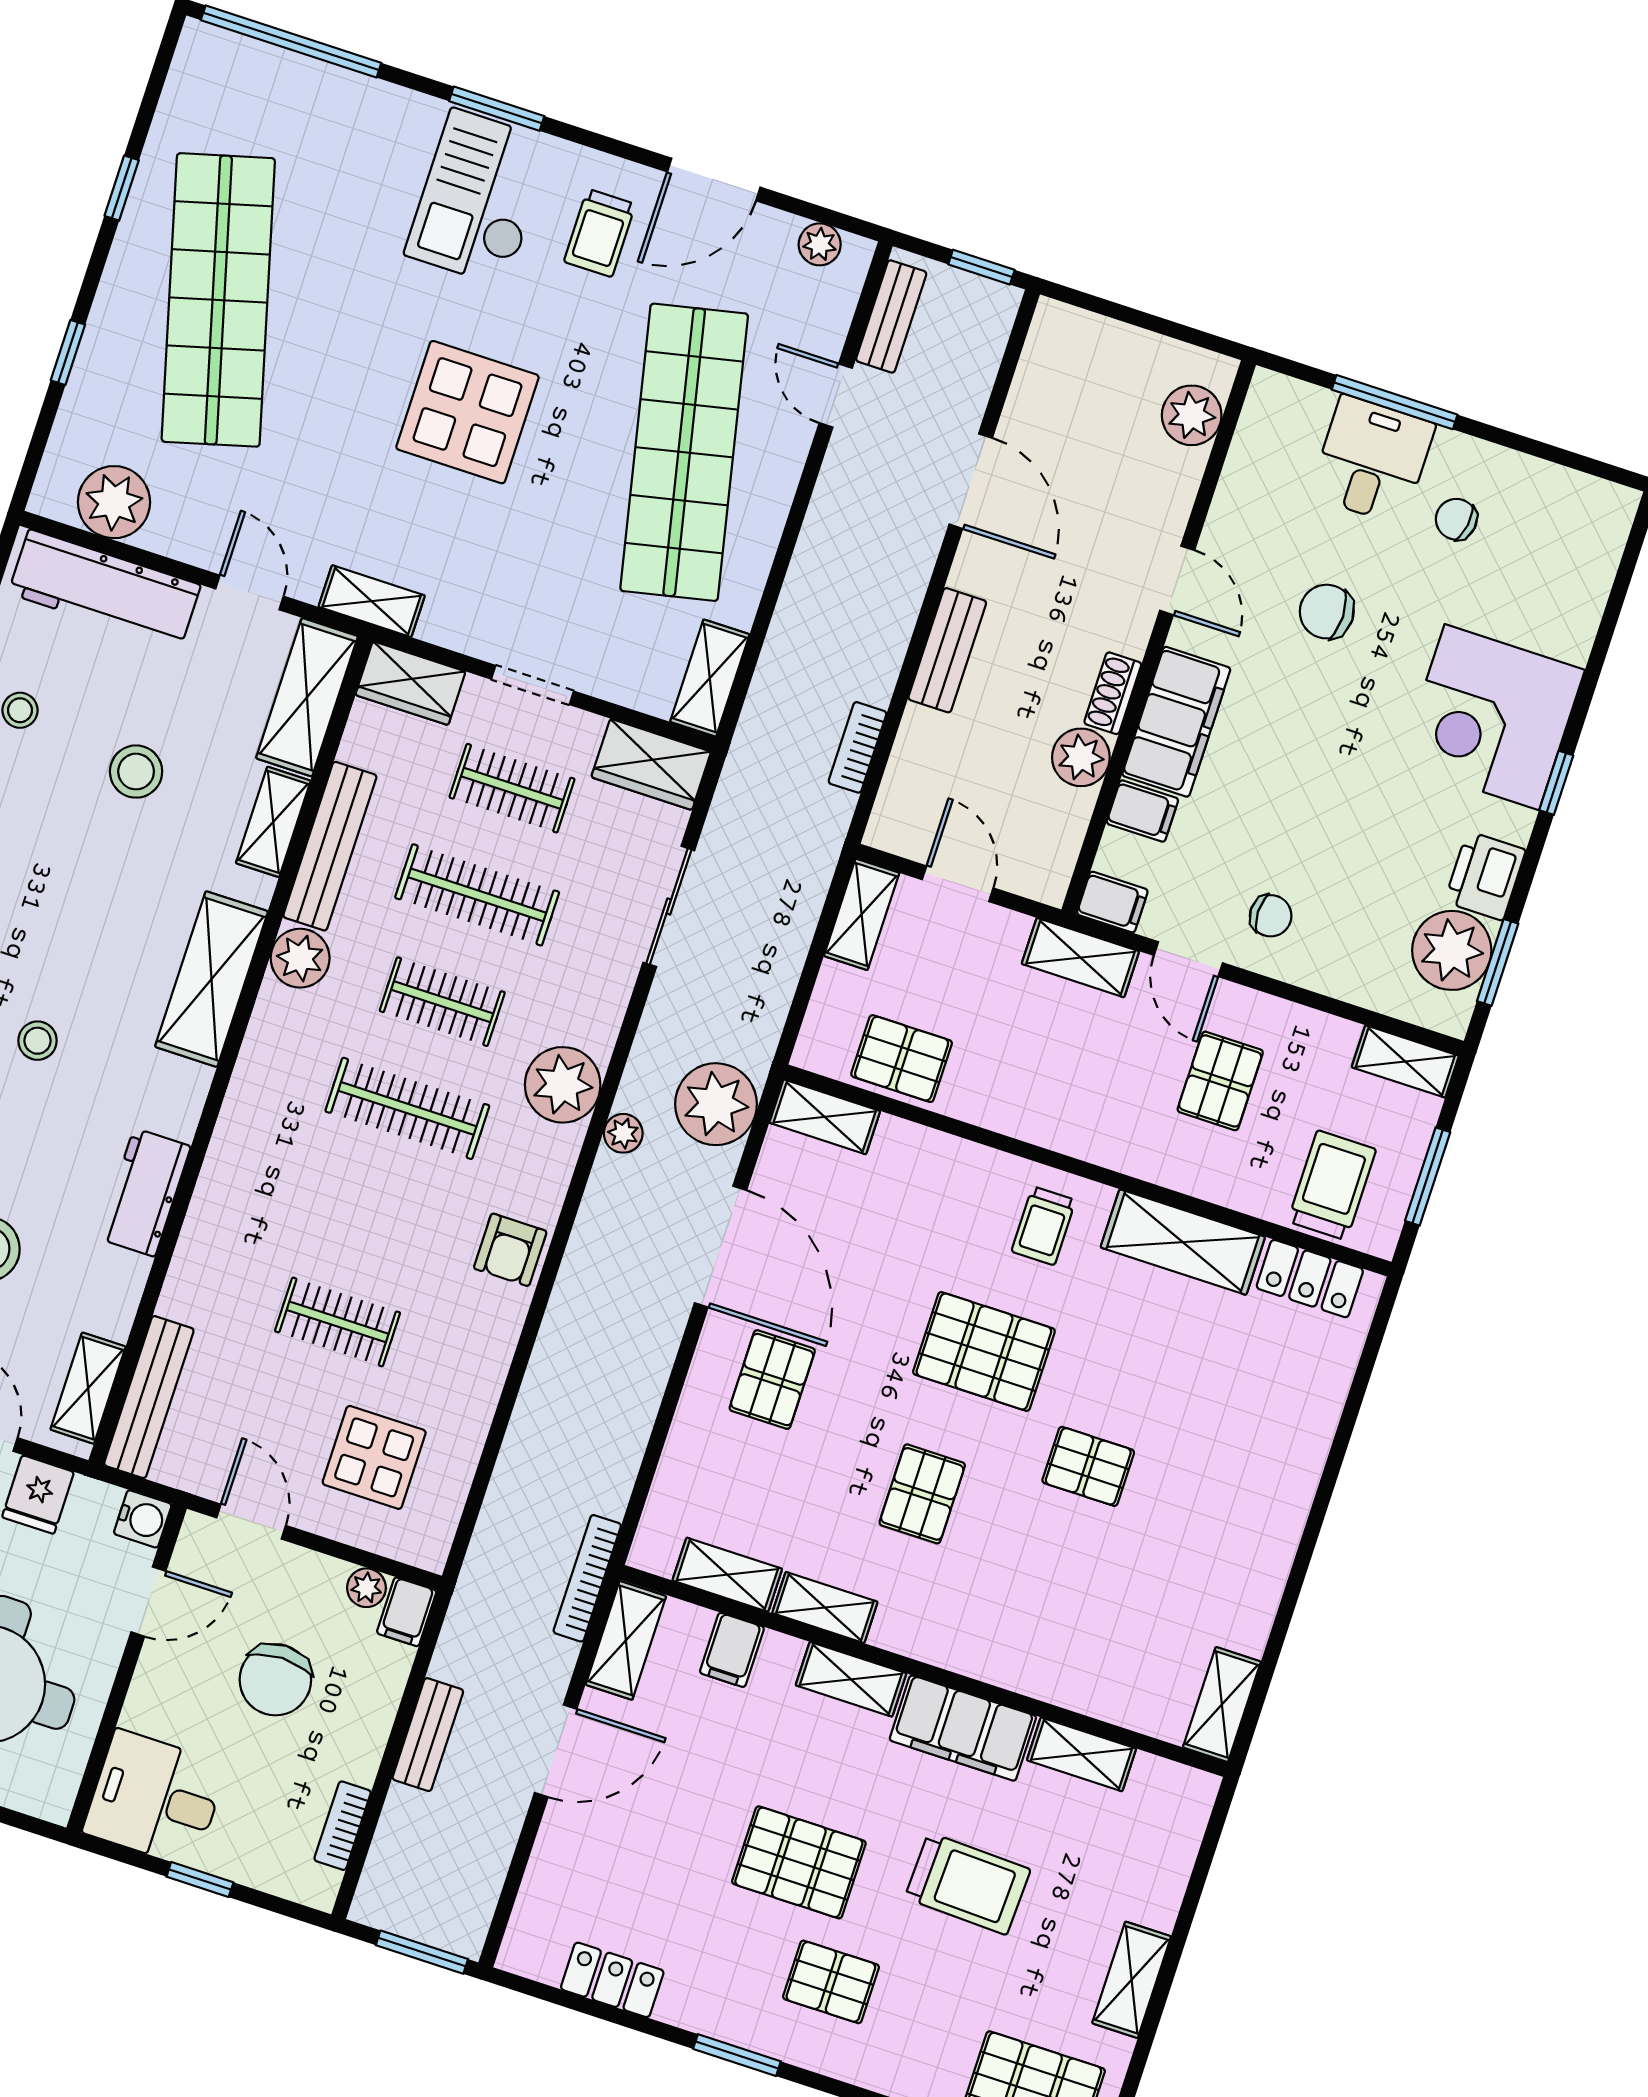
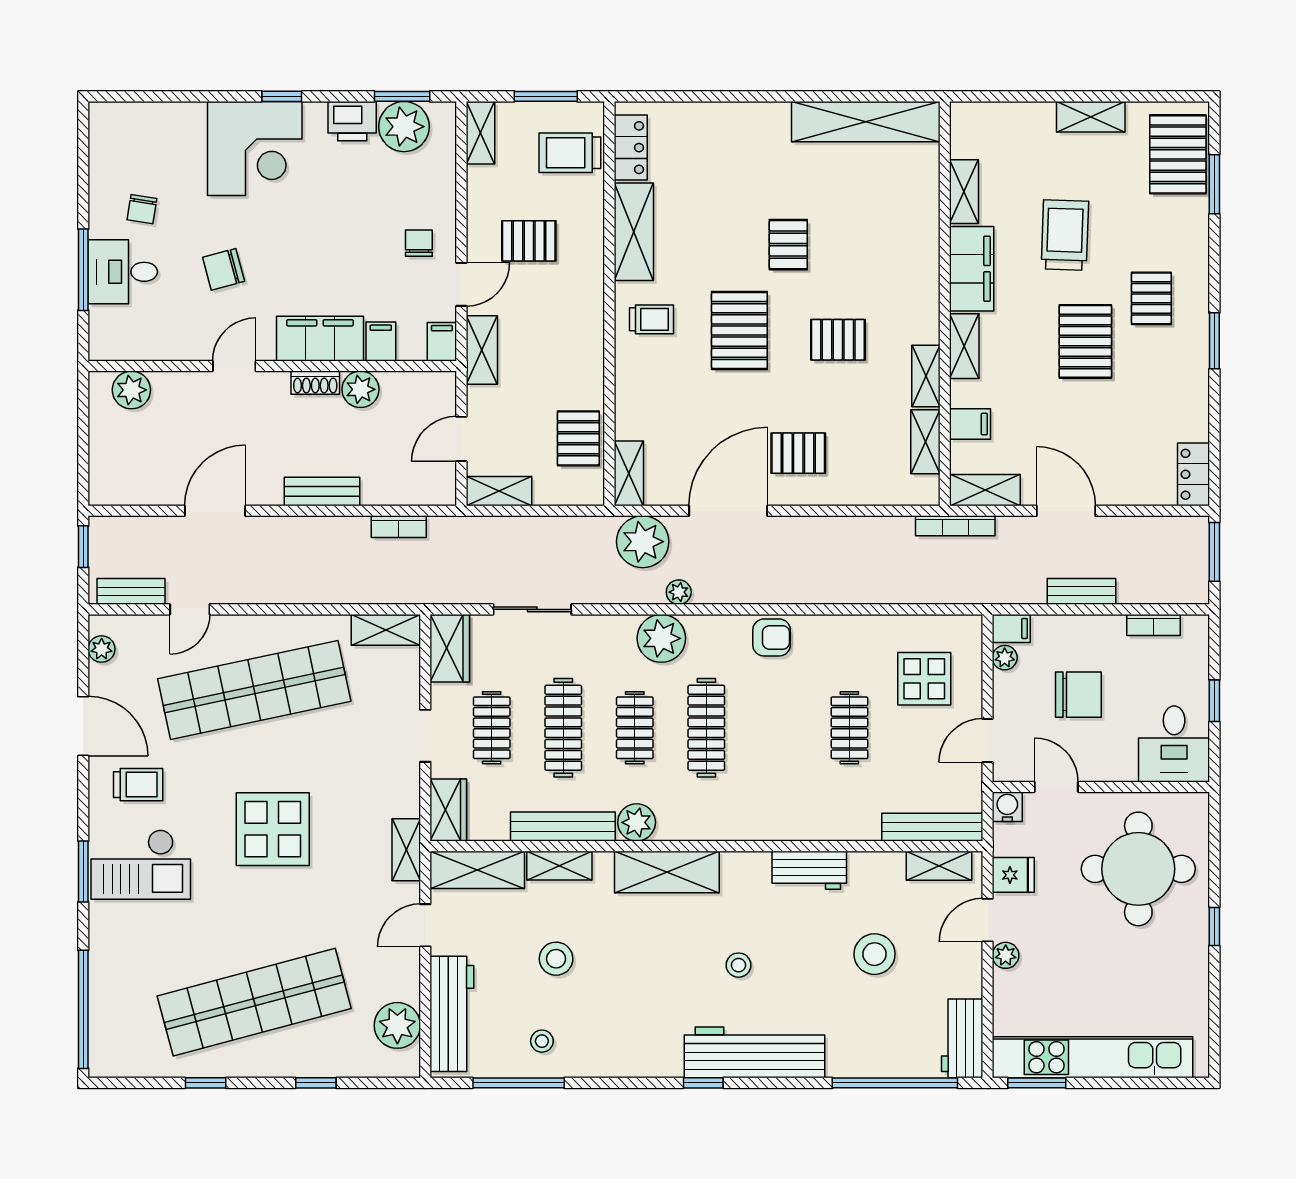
chair: (1327, 612) -> (224, 269), turned 75
shelving: (1222, 1705) -> (866, 122), width x2.20, depth x1.33
locker: (612, 1980) -> (1194, 474), moved

